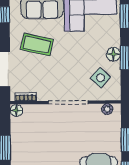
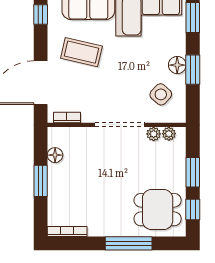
plant: (95, 109) -> (154, 134), added
floor lamp: (16, 110) -> (55, 155), moved

